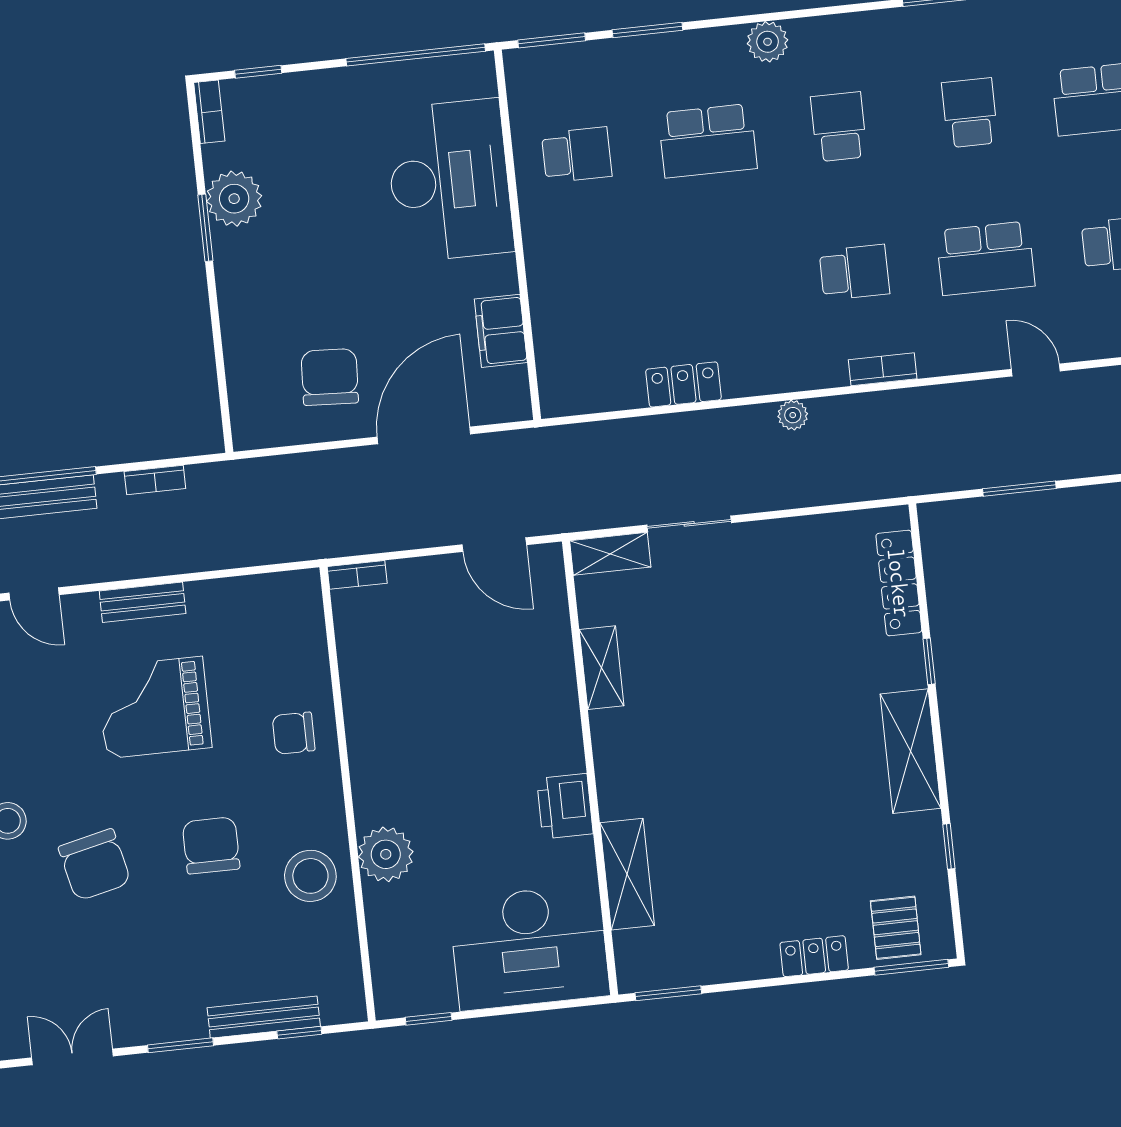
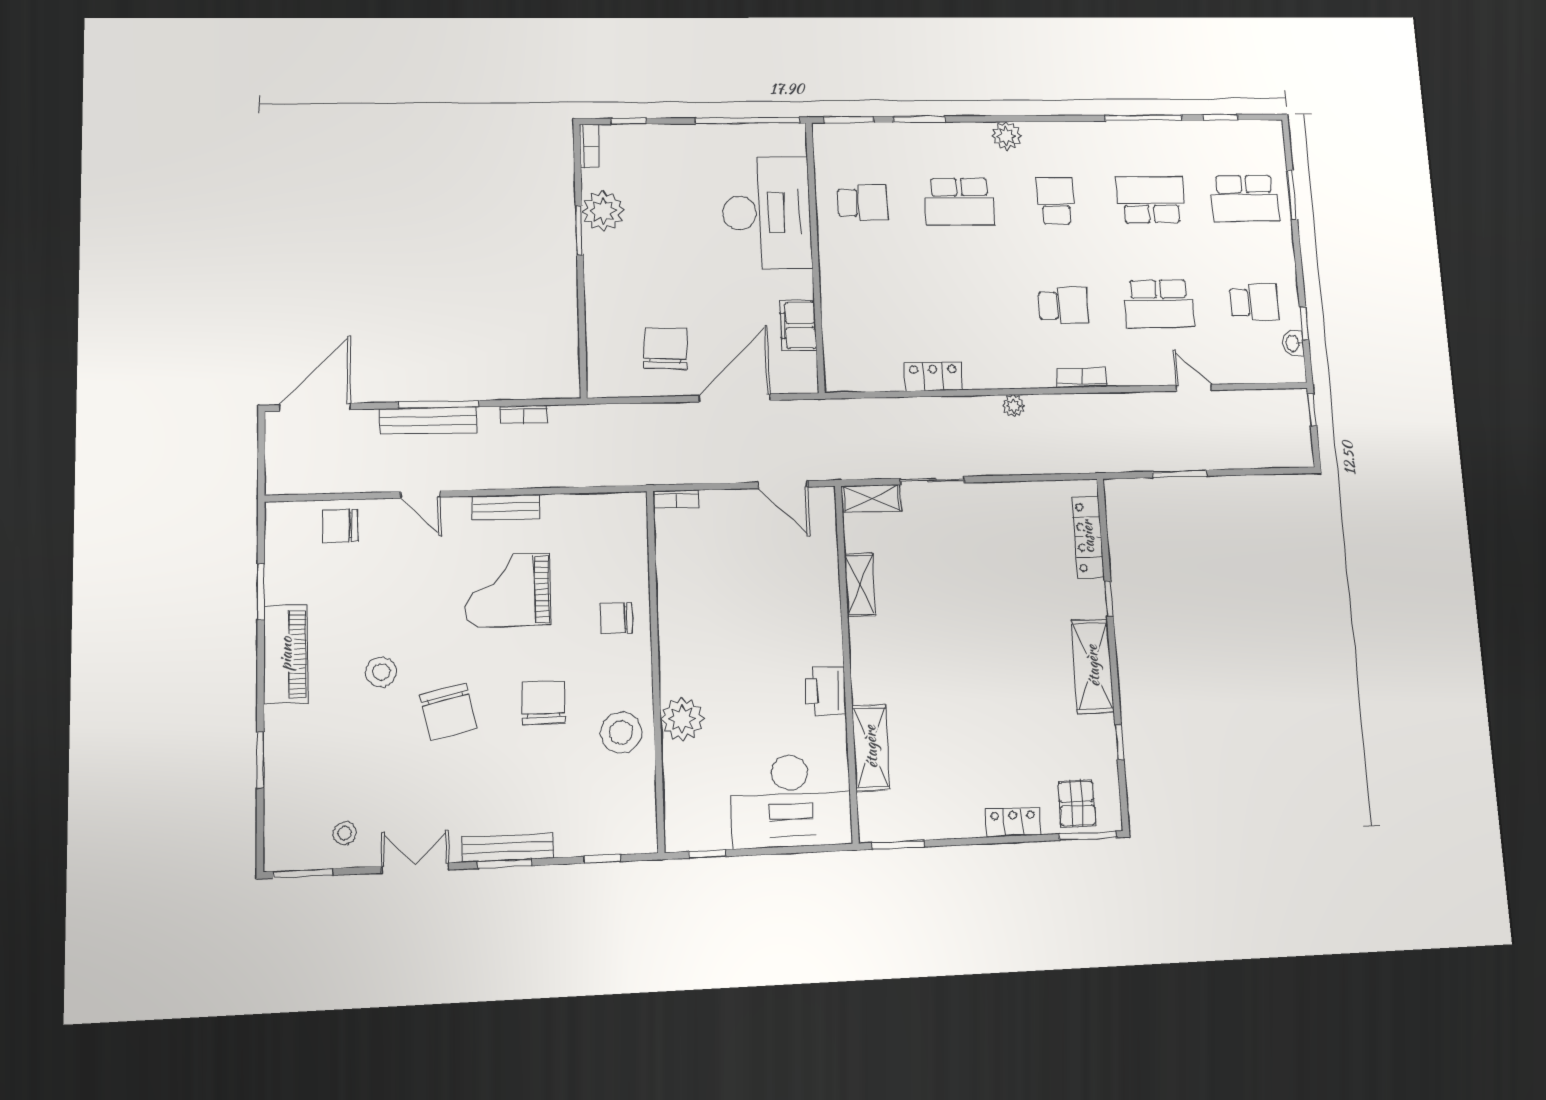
school desk: (970, 113) -> (1151, 199), width x1.85
bench: (264, 1017) -> (508, 848), moved

